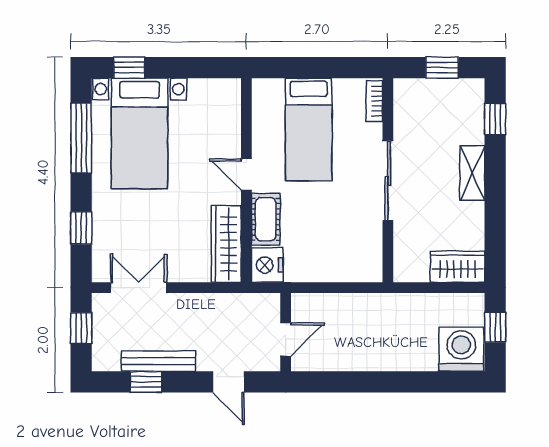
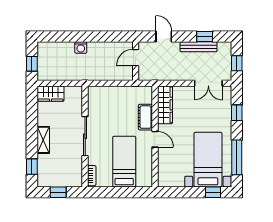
nightstand: (267, 265) -> (145, 94), removed
washing machine: (461, 349) -> (81, 48), moved, width x0.53, depth x0.53

